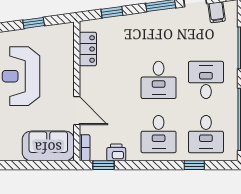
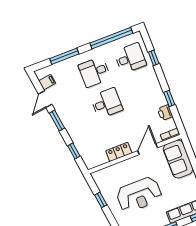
locker: (88, 49) -> (119, 152), moved
desk: (159, 134) -> (142, 89), removed
window: (103, 165) -> (169, 98), moved

